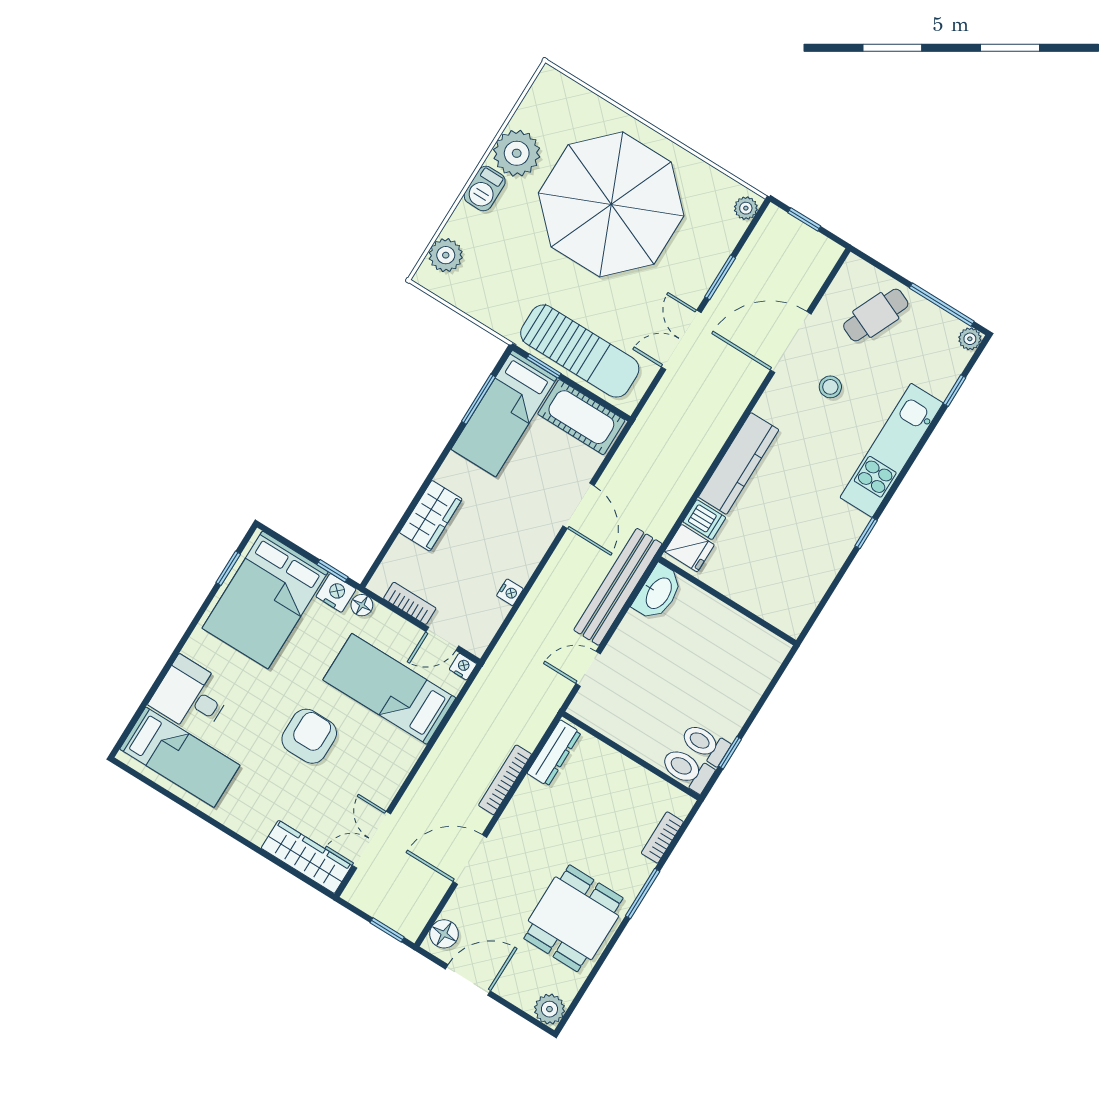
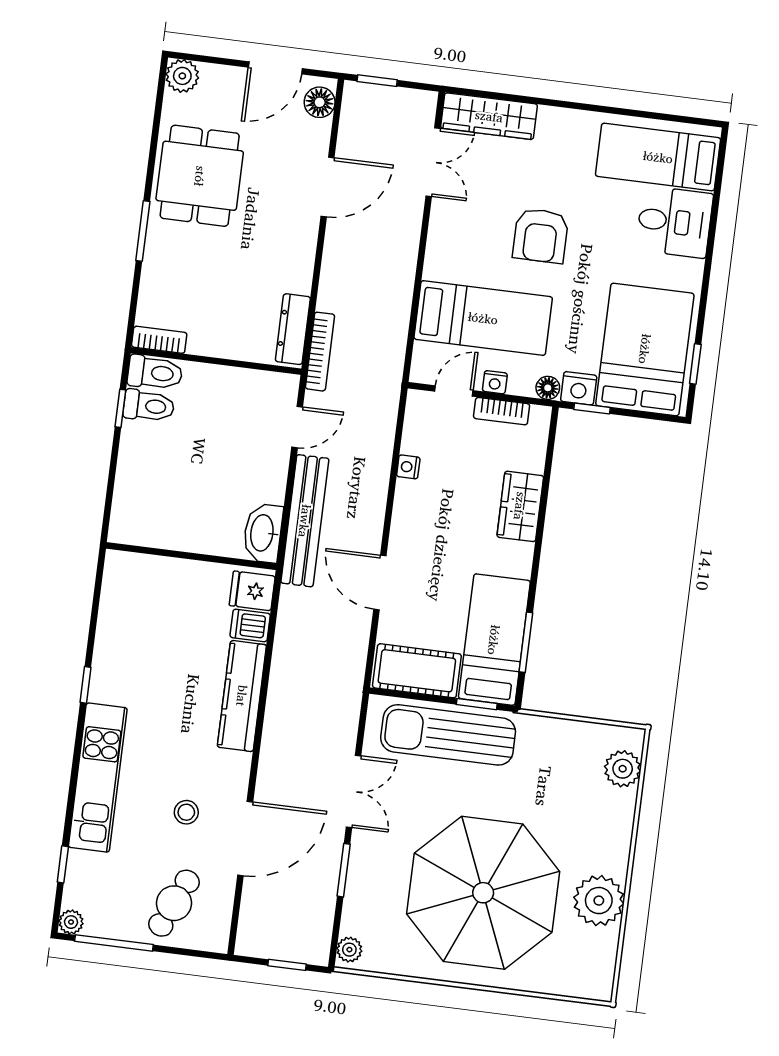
barbecue: (485, 189) -> (614, 852), removed
nightstand: (463, 667) -> (495, 382), moved
bookcase: (505, 780) -> (320, 352), moved
bookcase: (662, 837) -> (159, 340), moved, turned -90

